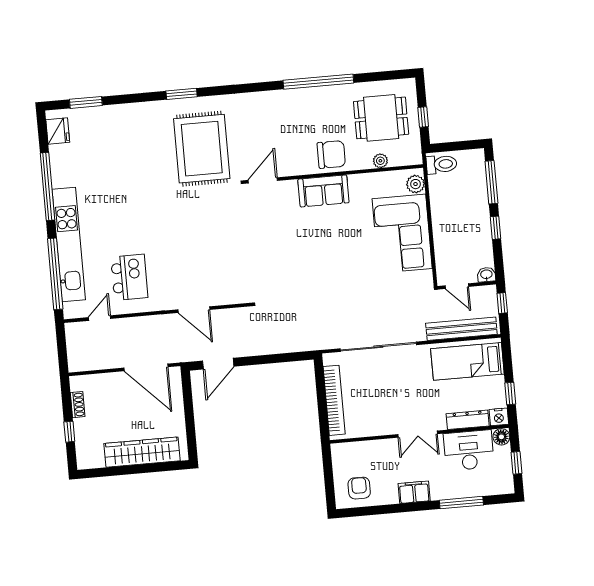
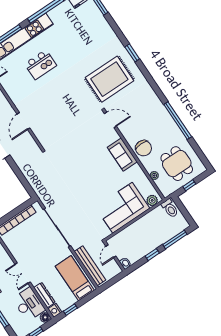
kitchen island: (129, 277) -> (40, 65), moved
window: (502, 303) -> (115, 280), removed

